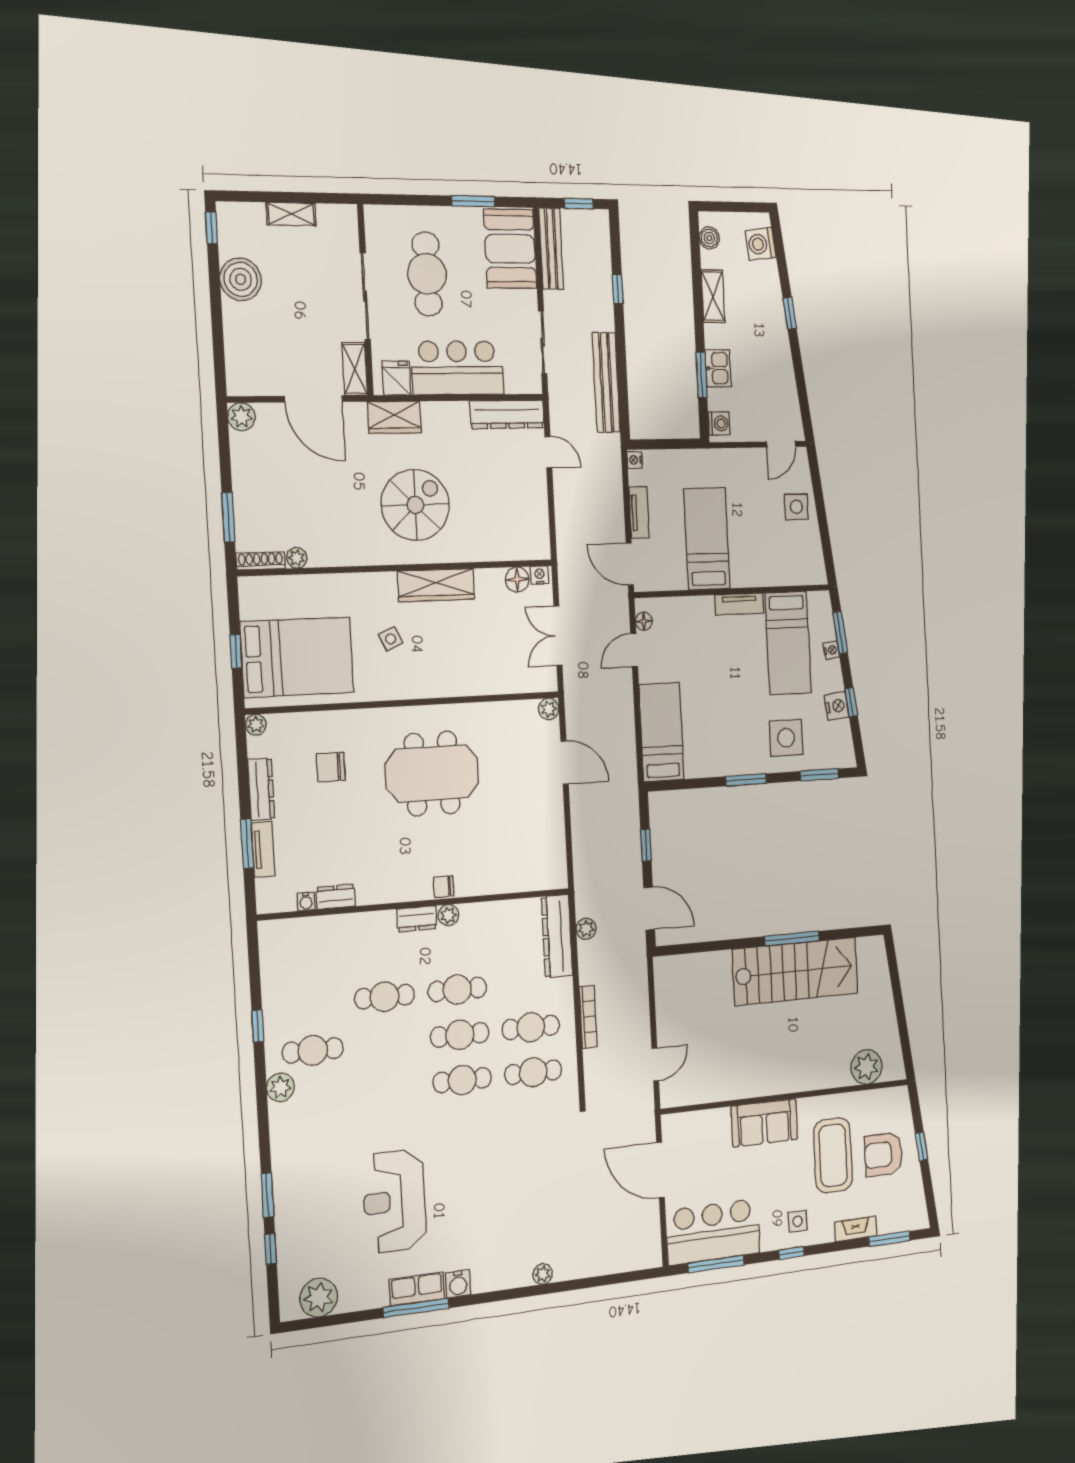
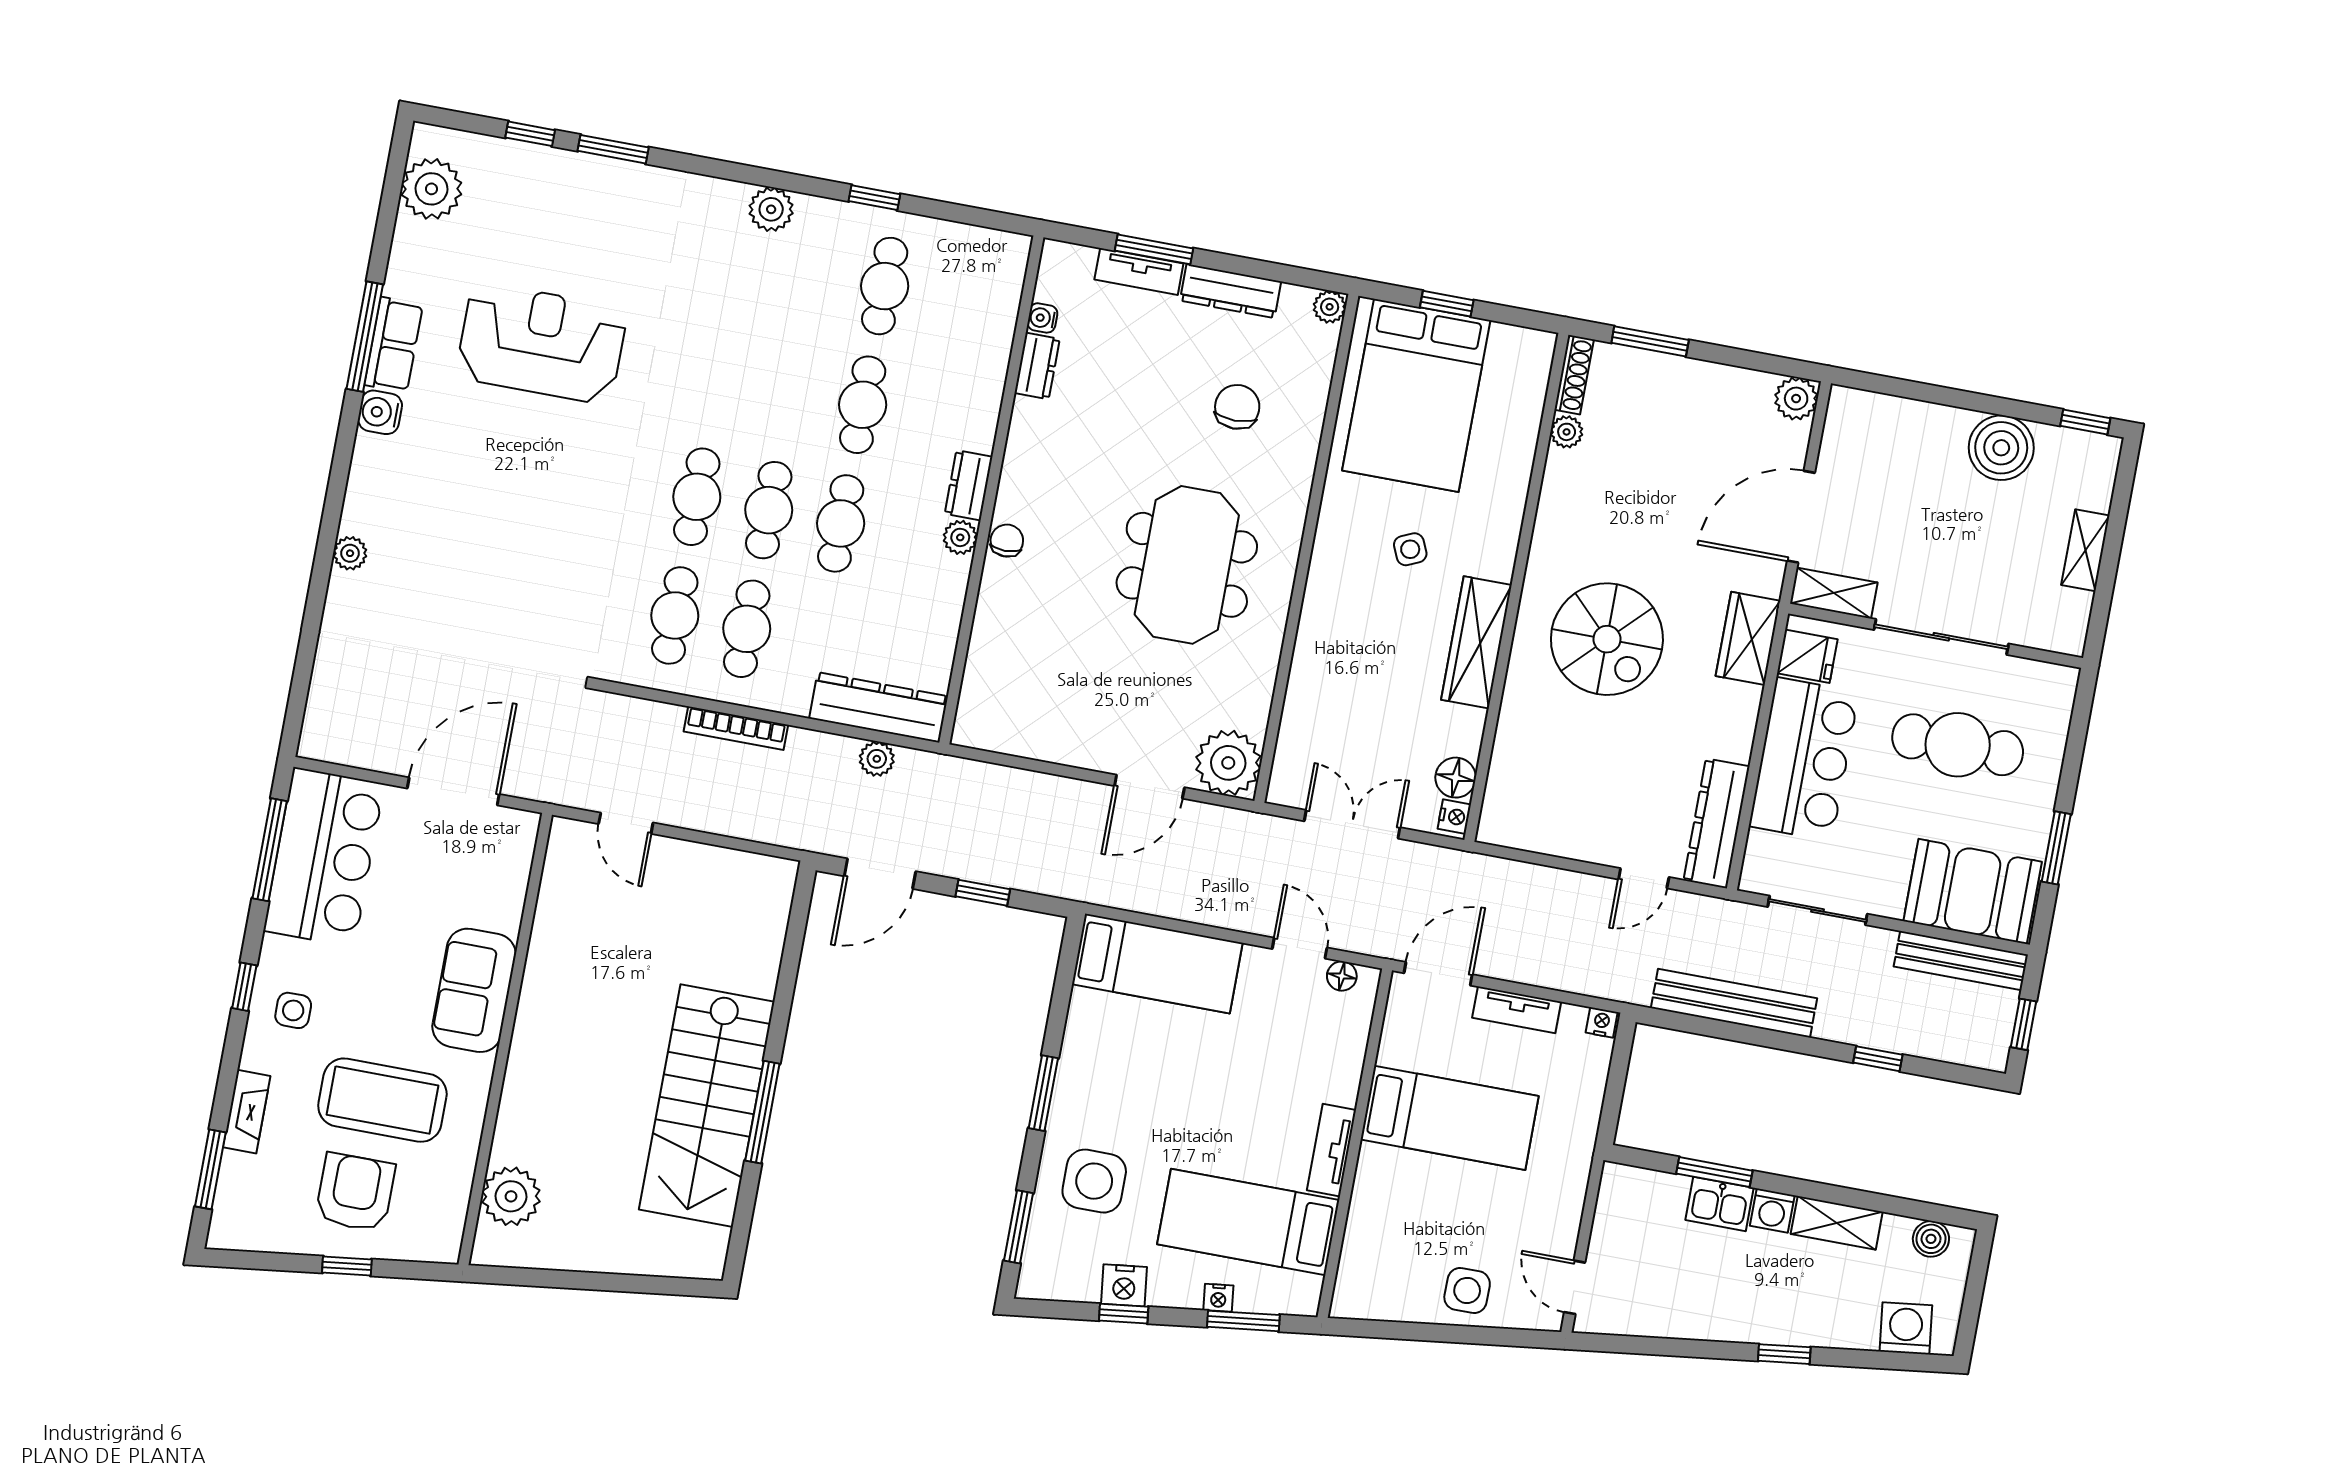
washing machine: (719, 423) -> (1772, 1211), moved
plant: (549, 709) -> (1228, 763), width x1.88, depth x1.88
cafe table: (313, 1050) -> (885, 286), moved

